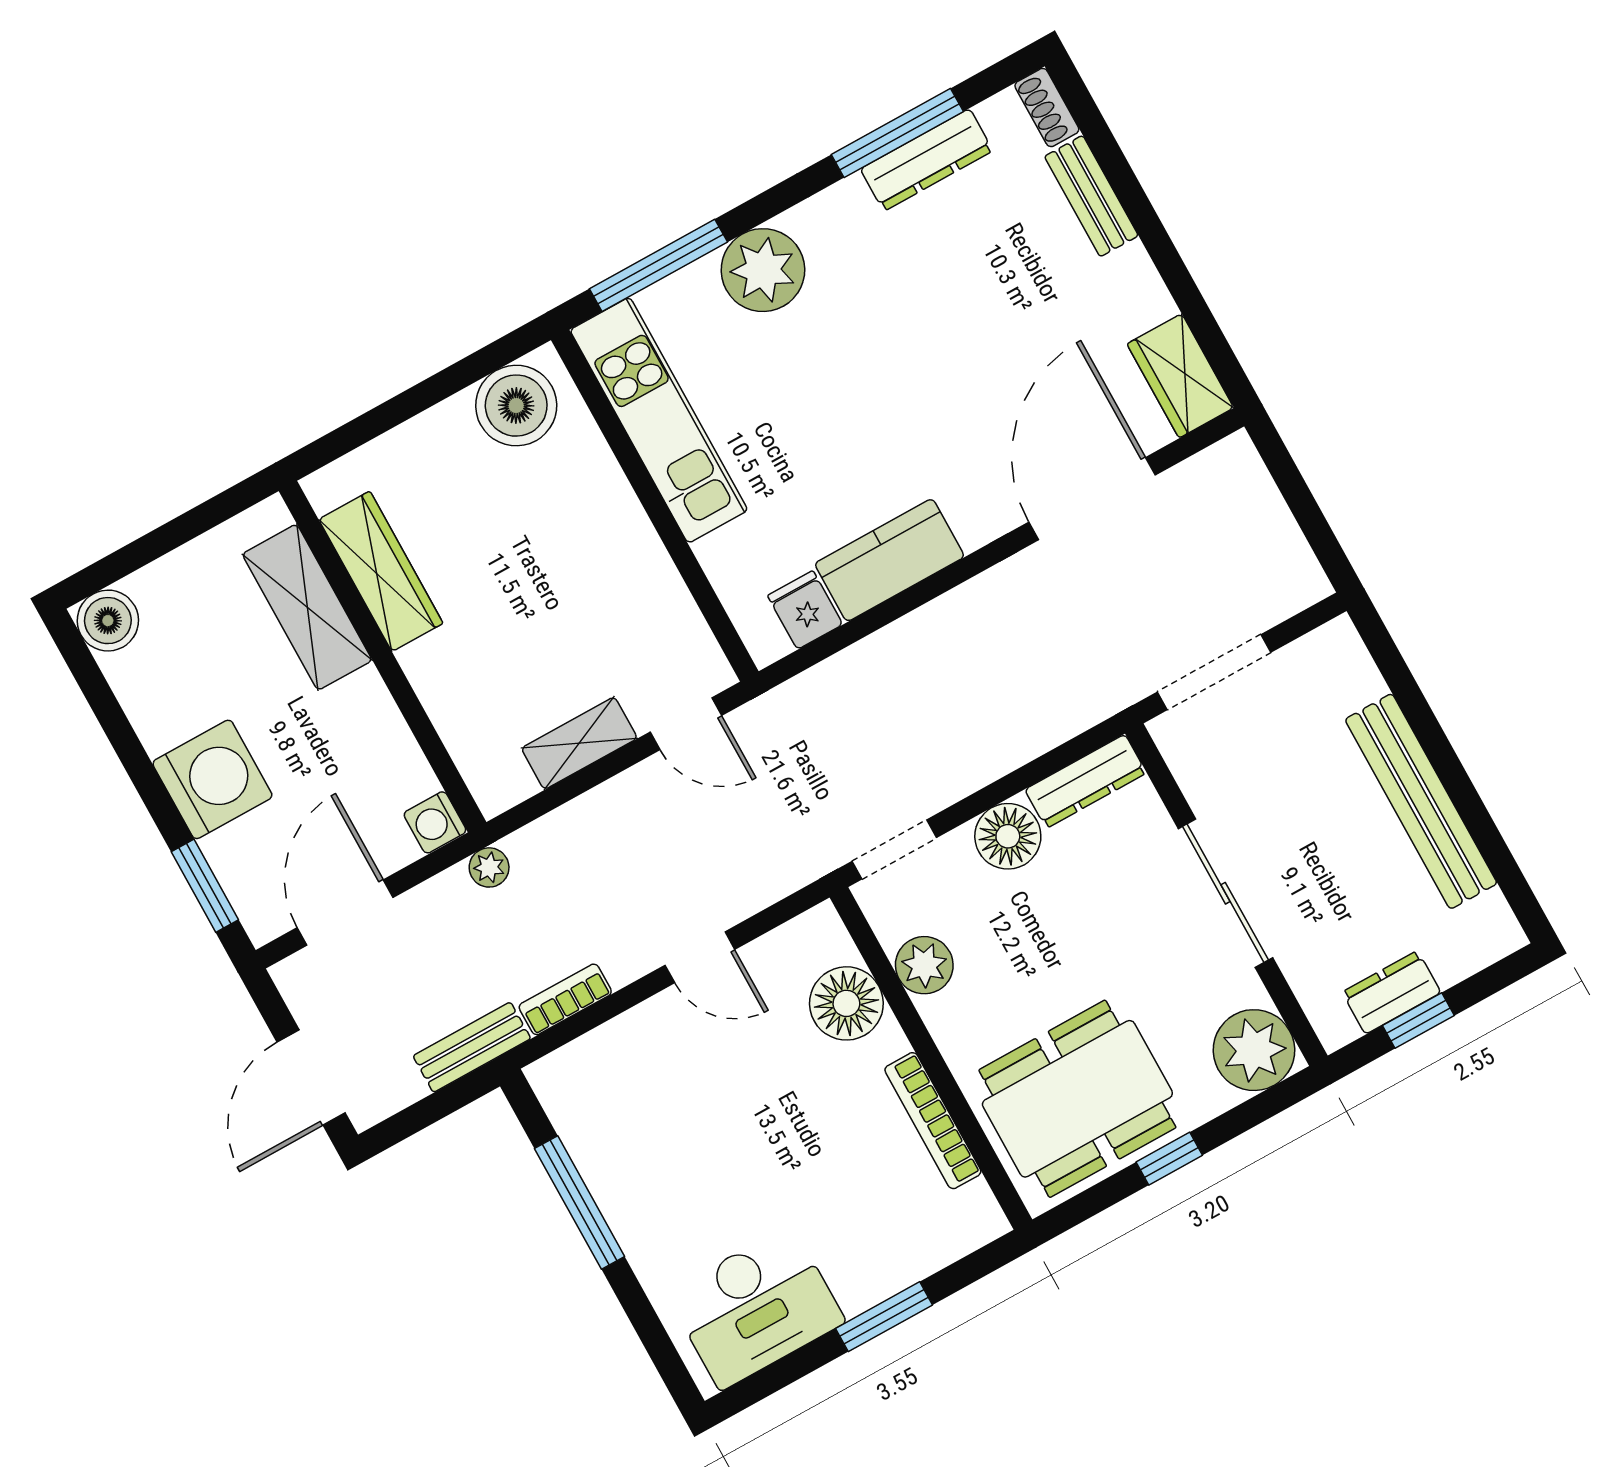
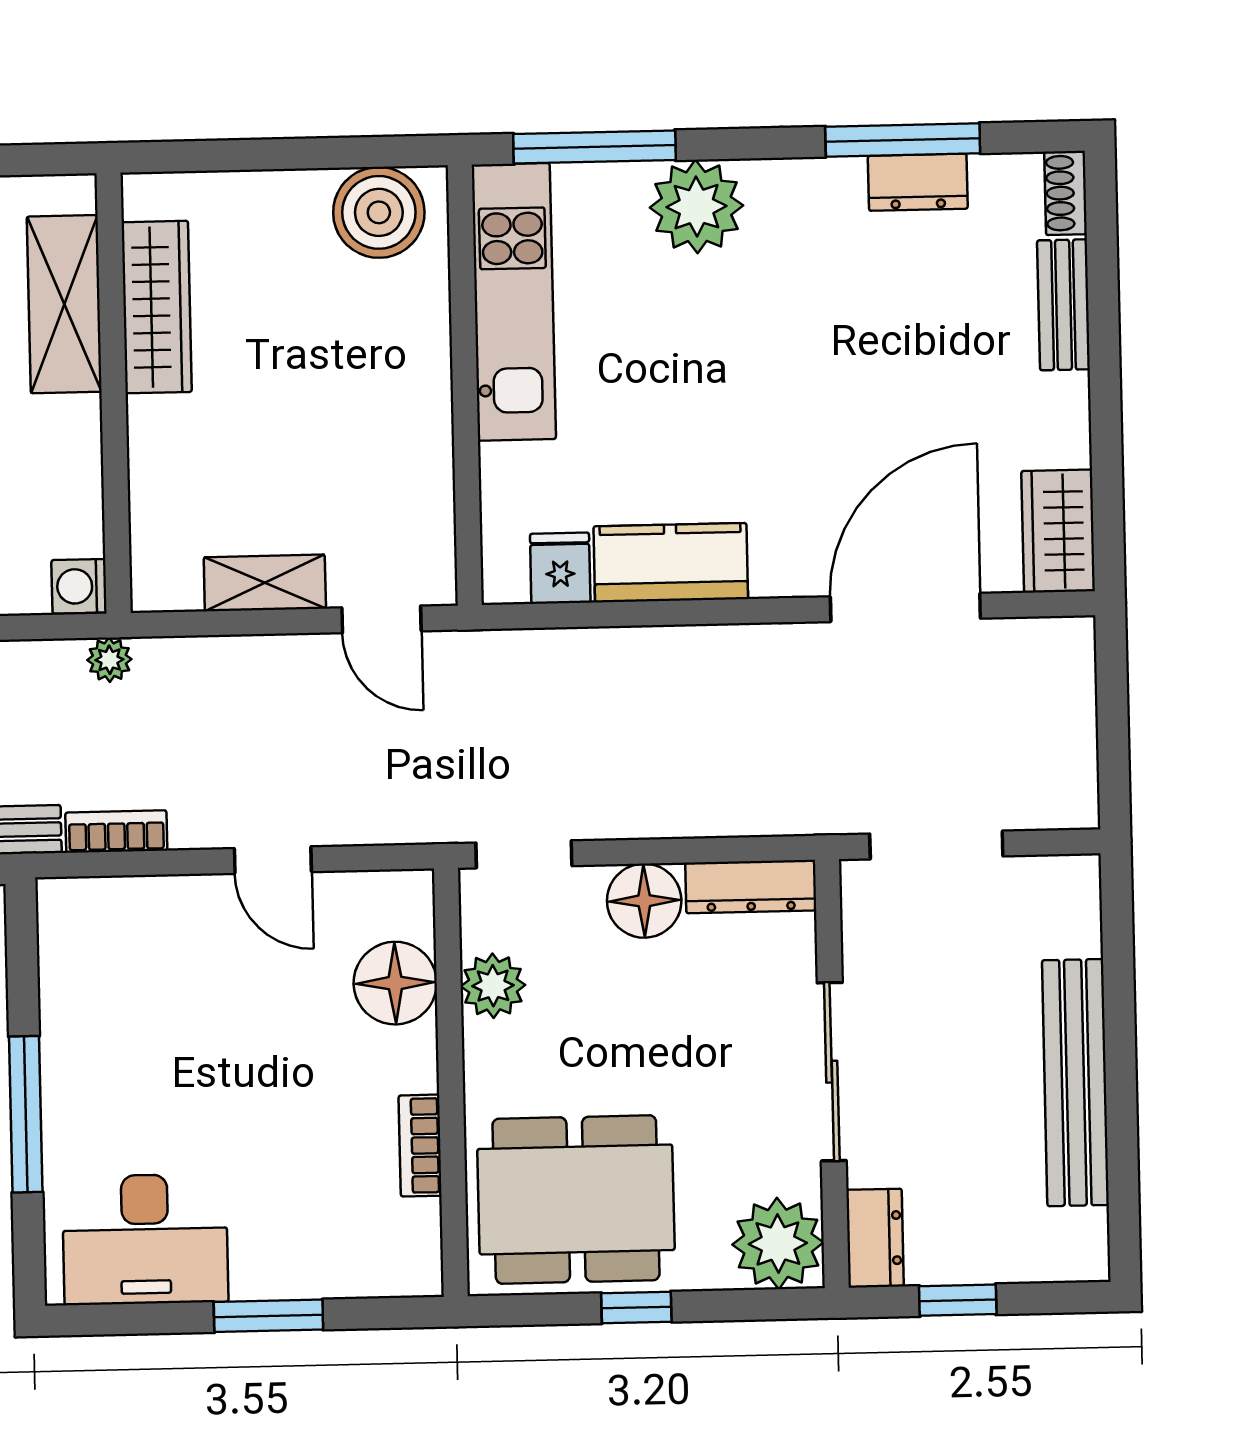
dresser: (927, 160) -> (918, 182), width x0.70
dresser: (1391, 992) -> (875, 1238), moved, turned 90
bookcase: (933, 1121) -> (420, 1146), width x0.64
window: (580, 1203) -> (26, 1114), moved

